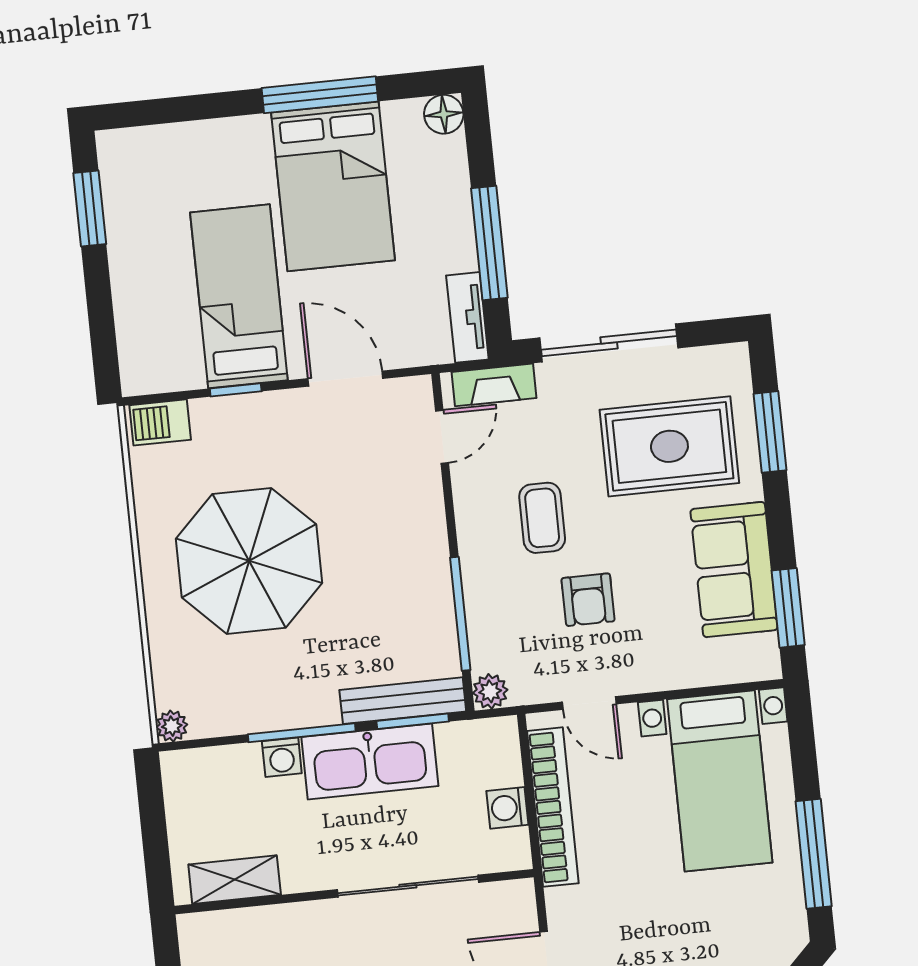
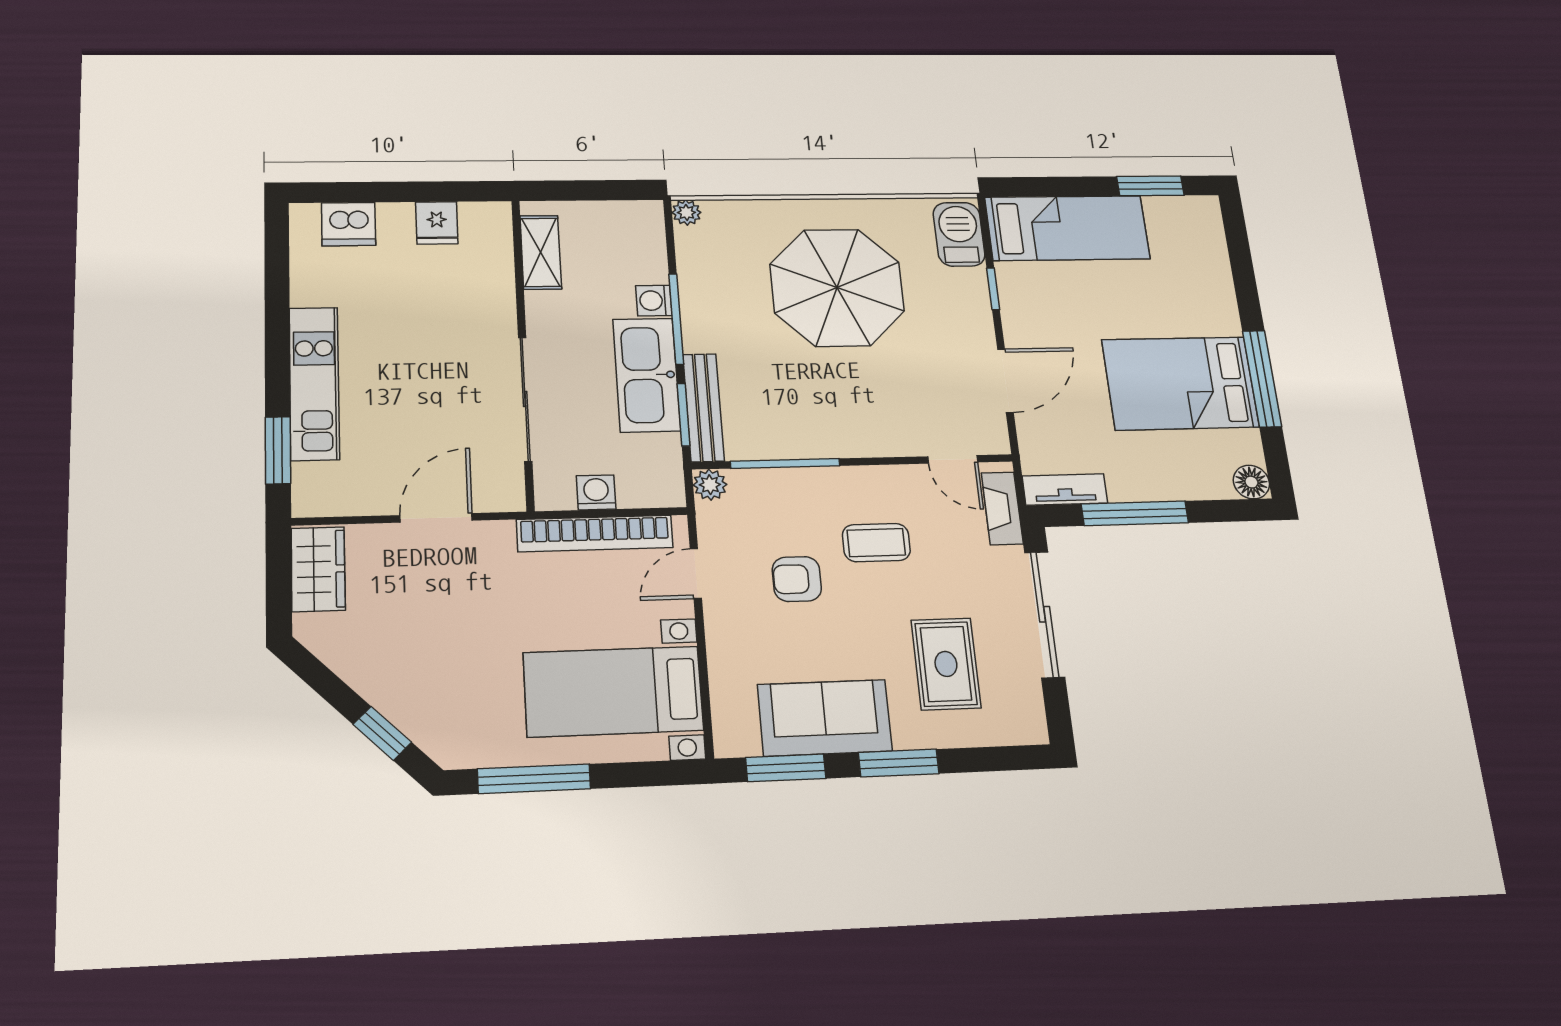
bed: (239, 296) -> (1067, 228), moved
barbecue: (160, 422) -> (959, 234), width x1.38, depth x1.27
window: (770, 432) -> (899, 763), moved
rug: (669, 446) -> (946, 664), width x0.73, depth x0.70

